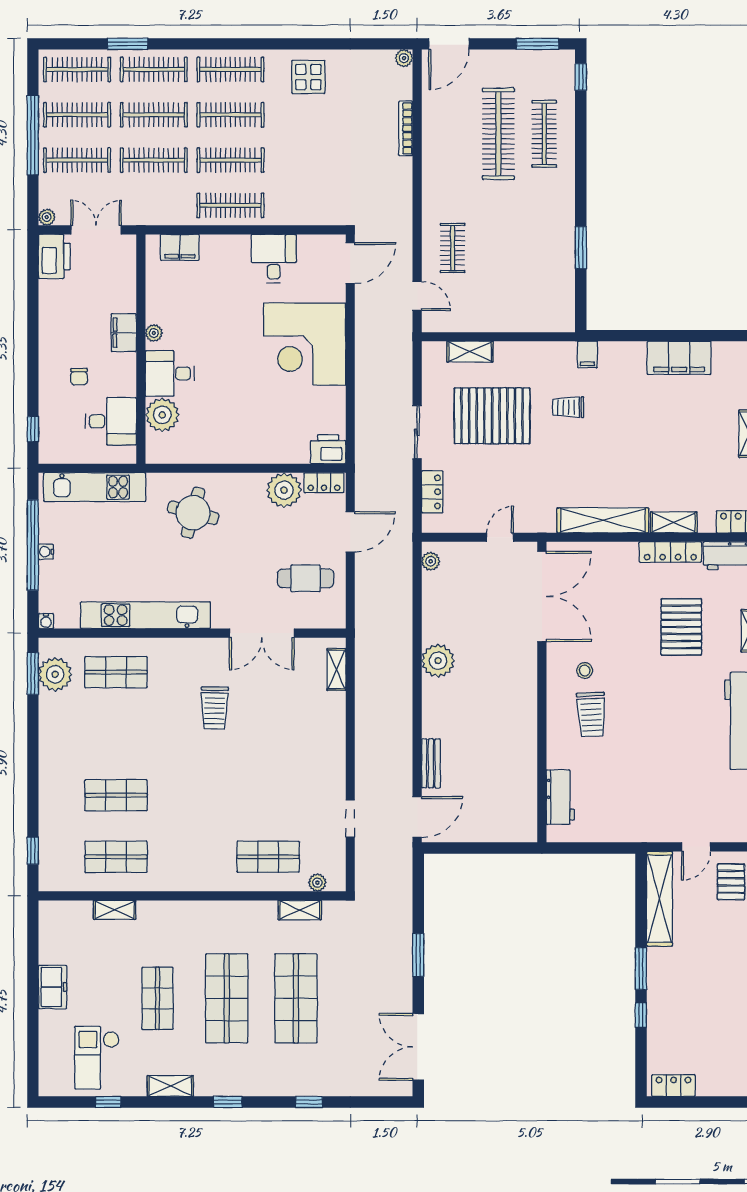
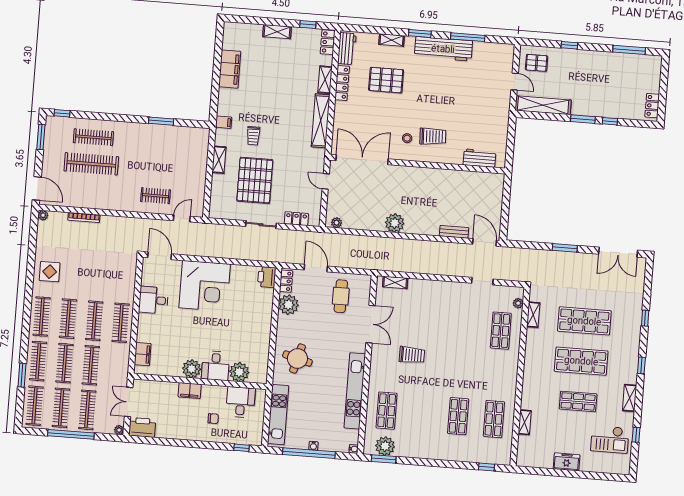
plant: (154, 333) -> (192, 369), width x1.87, depth x1.87
shelving: (470, 352) -> (219, 160), moved

